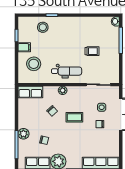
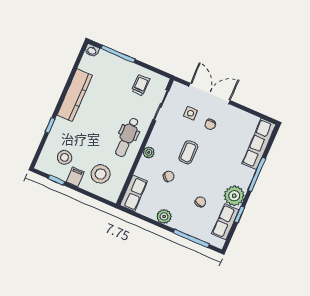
kitchen counter: (80, 23) -> (75, 95), added
stool: (43, 27) -> (65, 157), moved
trolley: (92, 51) -> (141, 85), moved
dental chair: (67, 71) -> (127, 137), turned 180
plant: (23, 134) -> (164, 216), moved

